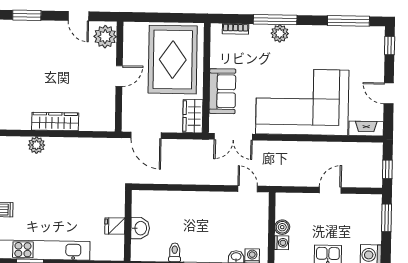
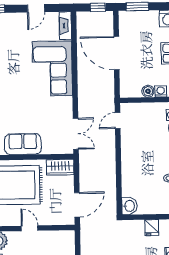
sofa: (222, 91) -> (23, 144), moved
corner sofa: (302, 102) -> (52, 68), width x0.73, depth x0.74
door: (330, 190) -> (116, 53), width x1.87
washbasin: (140, 228) -> (129, 206), moved, turned 90

